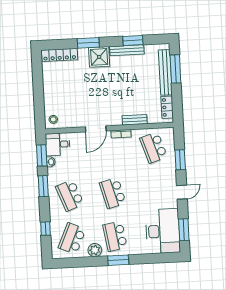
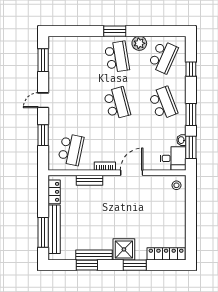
school desk: (154, 148) -> (71, 149), turned 30
desk: (163, 231) -> (66, 60), removed

